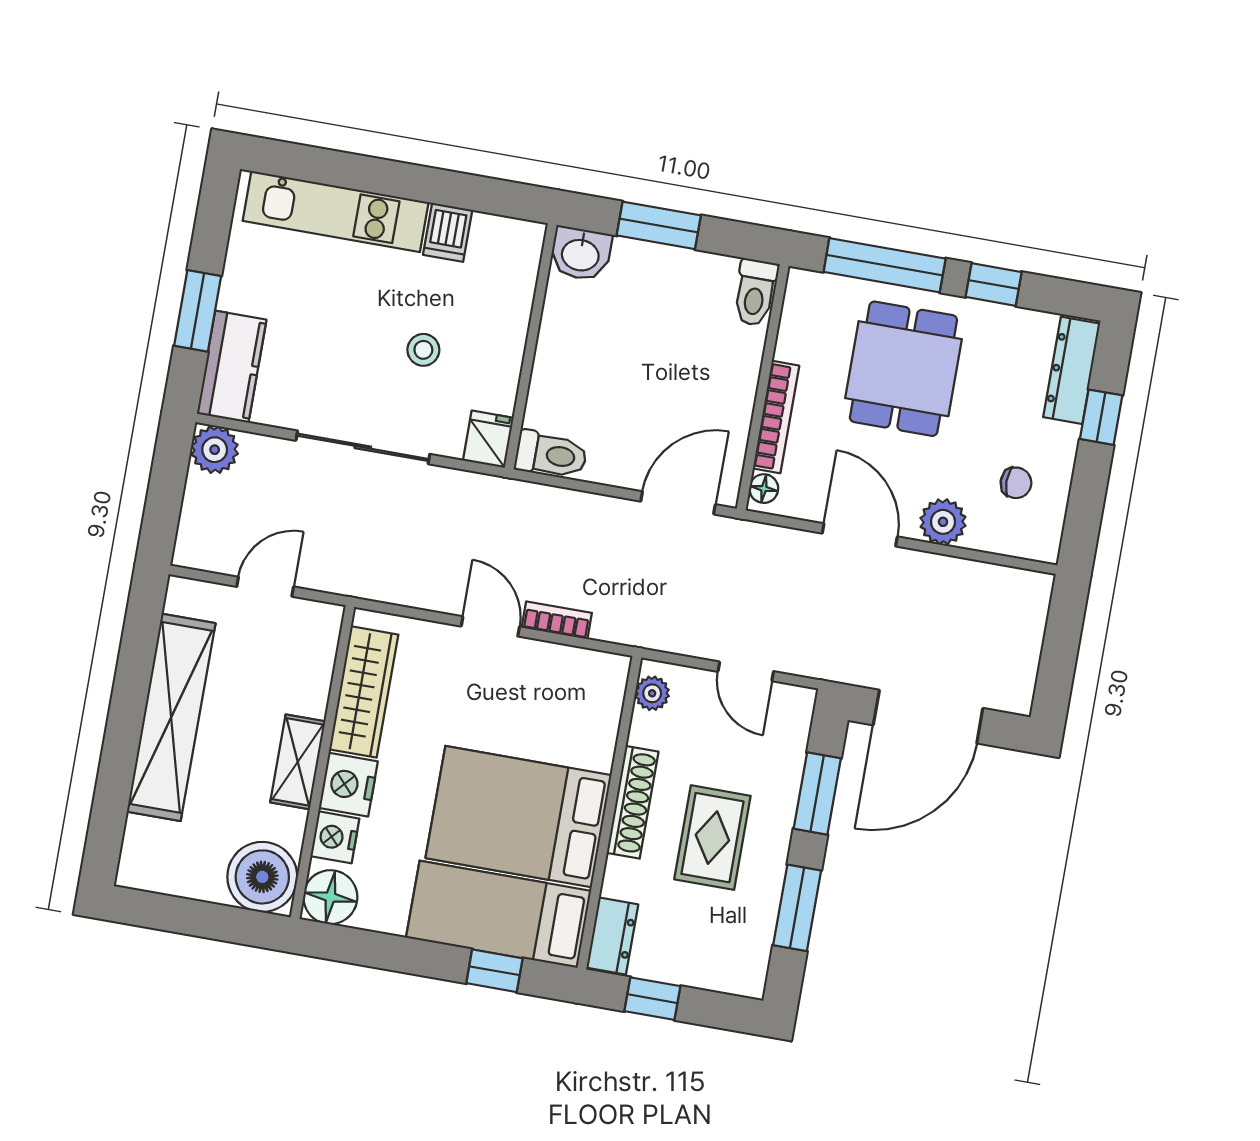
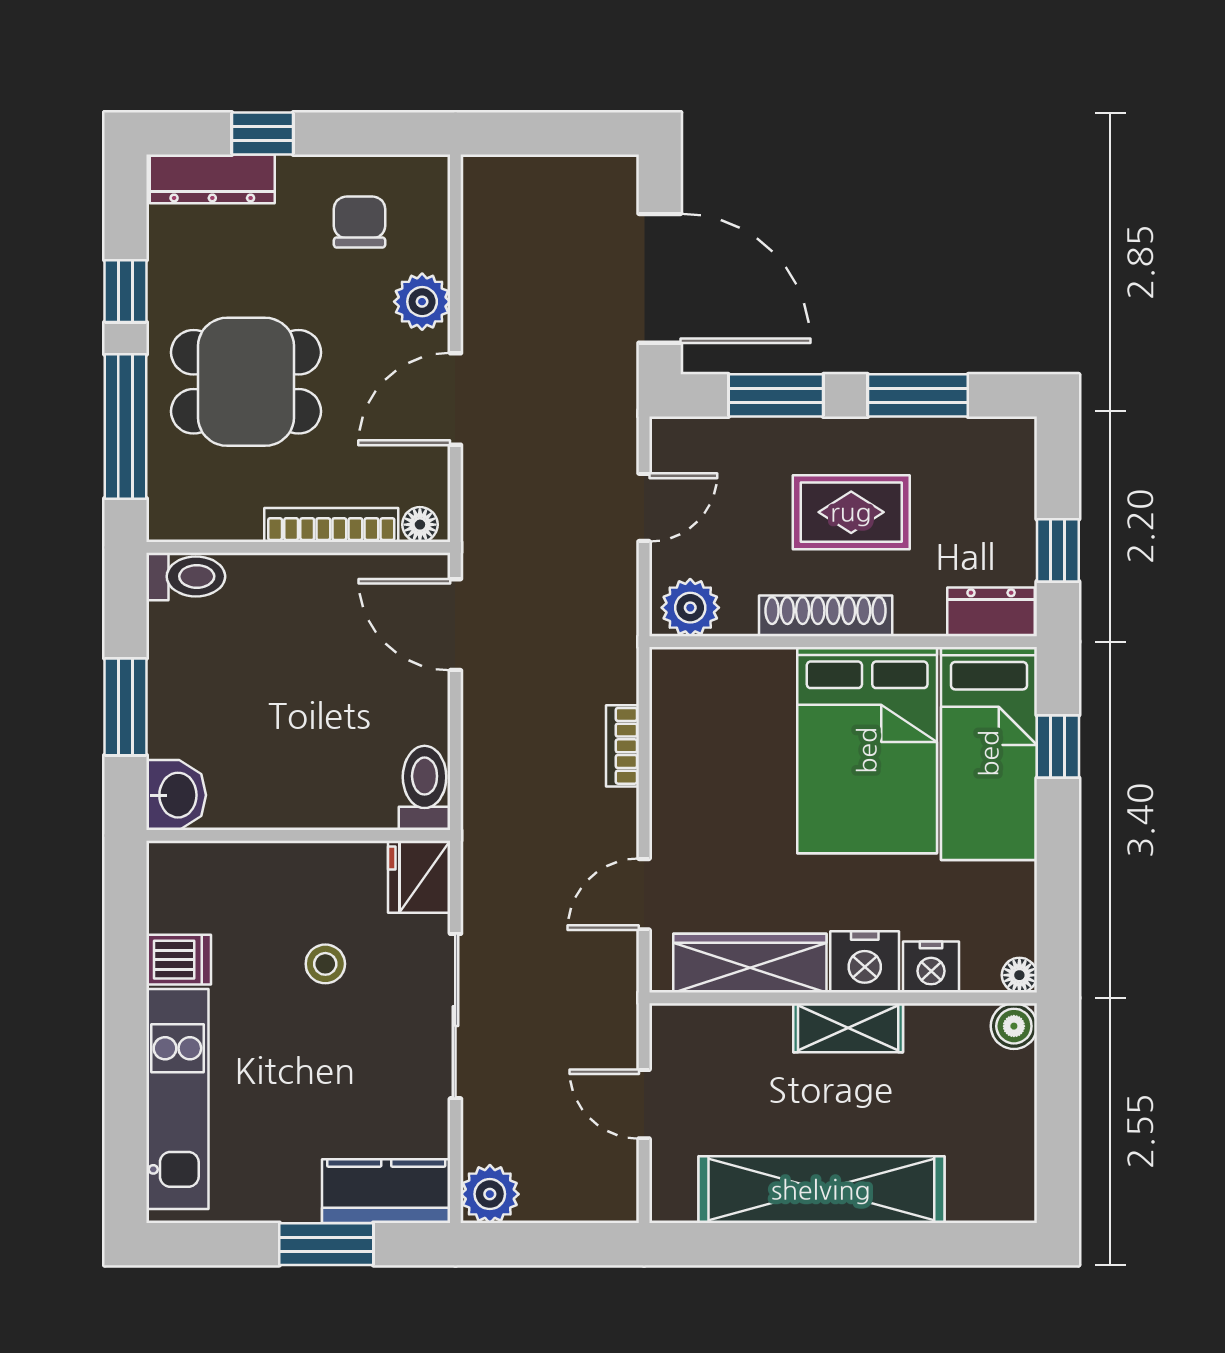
fridge: (488, 439) -> (419, 877), width x1.38
chair: (1016, 483) -> (360, 222), width x1.37, depth x1.37
door: (490, 626) -> (644, 894), moved
plant: (652, 693) -> (690, 608), width x1.38, depth x1.38
boiler: (262, 877) -> (1014, 1026), width x0.54, depth x0.54
floor lamp: (330, 897) -> (1019, 975), width x0.53, depth x0.53

